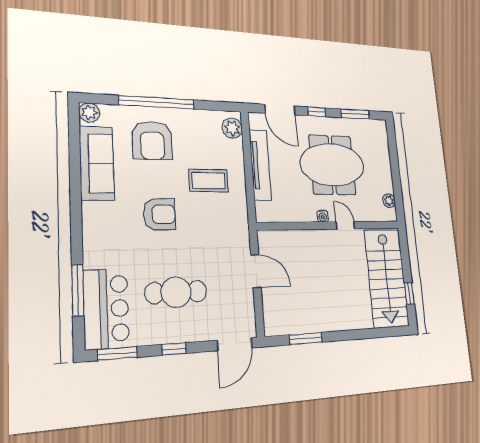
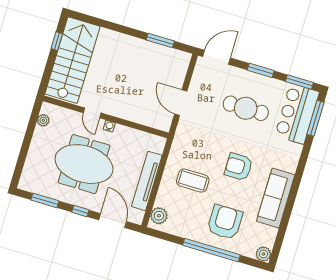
sofa: (97, 163) -> (276, 198), moved
window: (78, 290) -> (316, 118), moved
window: (174, 349) -> (261, 70), width x1.50

